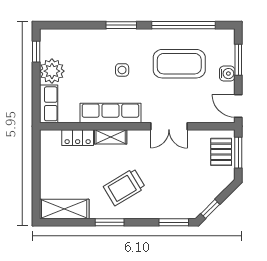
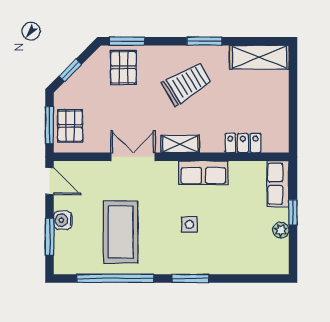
window: (36, 52) -> (293, 212), moved
coffee table: (179, 64) -> (121, 232), turned 90
plant: (52, 71) -> (281, 230), width x0.53, depth x0.53
row of seats: (110, 113) -> (203, 173), width x0.68
shelving: (111, 137) -> (180, 144), moved
pallet: (177, 200) -> (124, 67), added
window: (210, 209) -> (70, 70), moved

